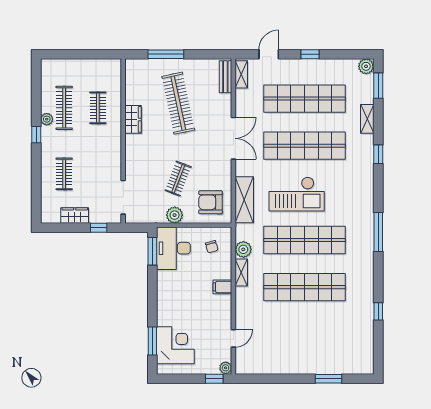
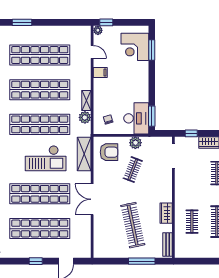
shelving: (241, 74) -> (86, 246), removed
bench: (225, 77) -> (168, 245), moved
checkout: (297, 194) -> (46, 158), turned 180
filing cabinet: (222, 287) -> (100, 73), moved
shop shelf: (304, 334) -> (40, 55), added
door: (233, 338) -> (92, 52), swing flipped

